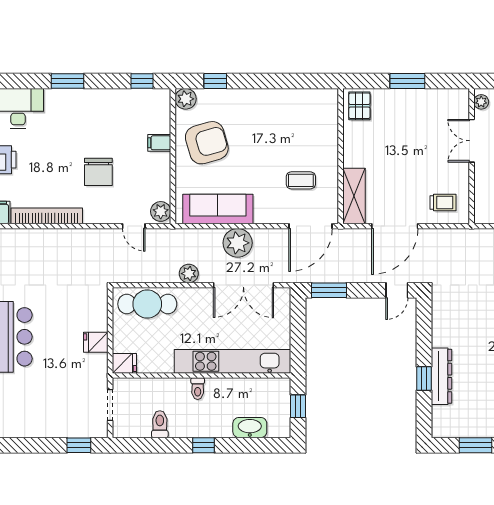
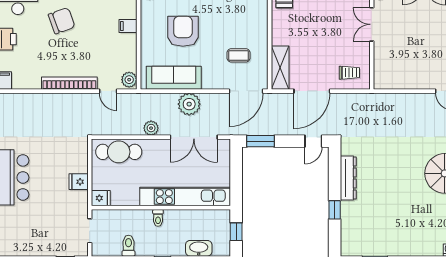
armchair: (207, 143) -> (183, 31), moved, turned -74
chair: (98, 172) -> (62, 21), moved, turned -110
bookcase: (47, 216) -> (69, 83), moved
dresser: (441, 376) -> (348, 178), moved

